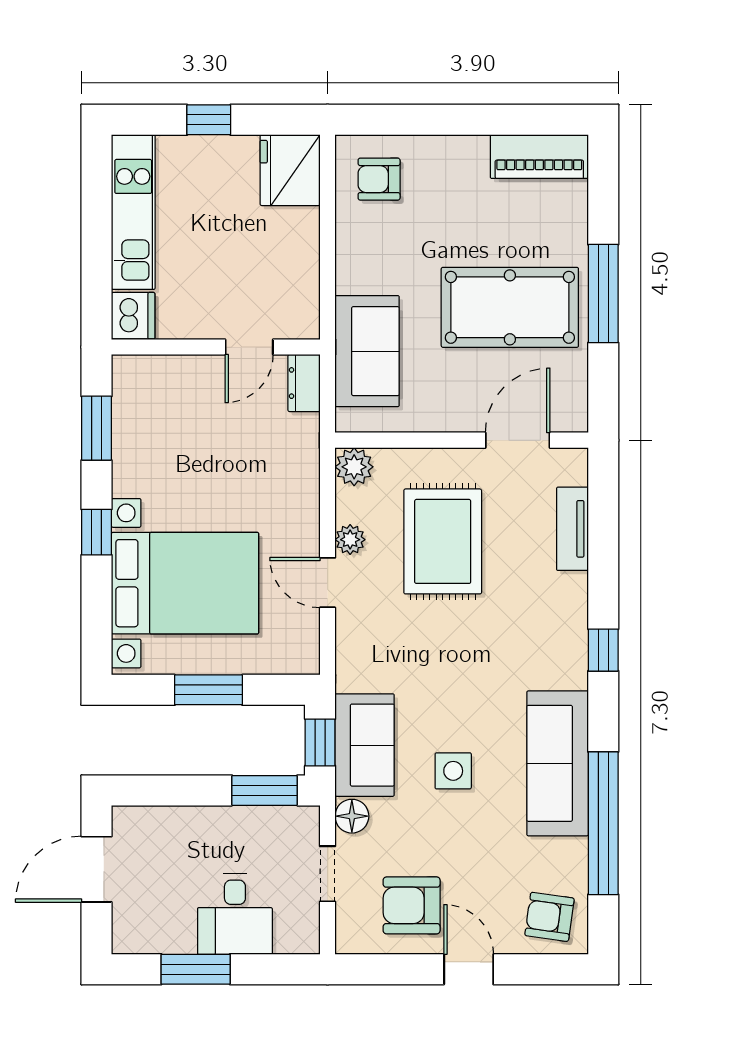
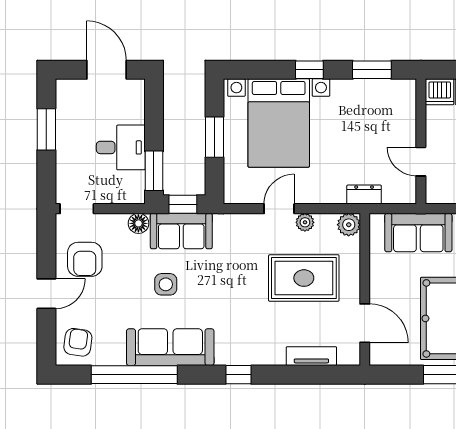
dresser: (304, 383) -> (364, 195), moved
doorway: (328, 874) -> (77, 209), moved
armchair: (412, 905) -> (85, 259), turned 180
desk: (235, 914) -> (121, 147), moved, turned 180

